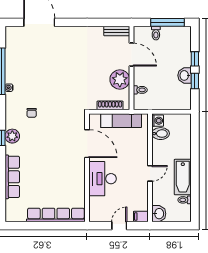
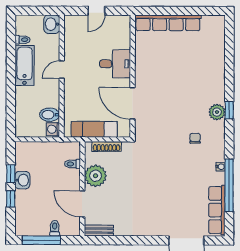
row of seats: (12, 177) -> (217, 210), moved
desk: (103, 179) -> (115, 64), width x0.73
filing cabinet: (141, 217) -> (72, 21), removed

